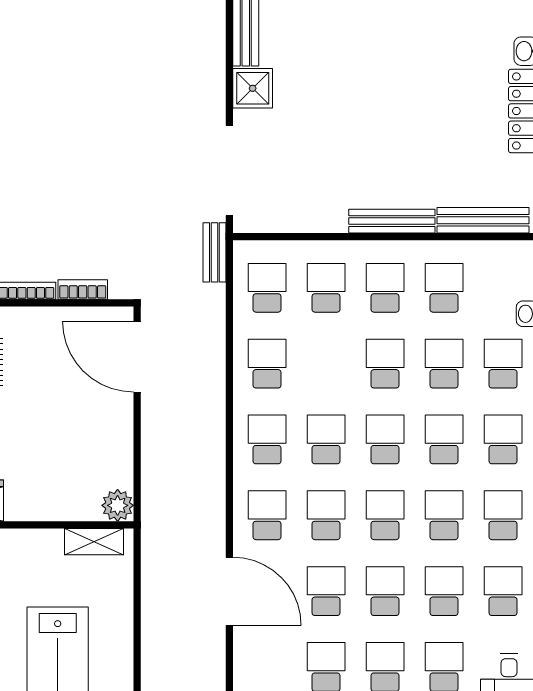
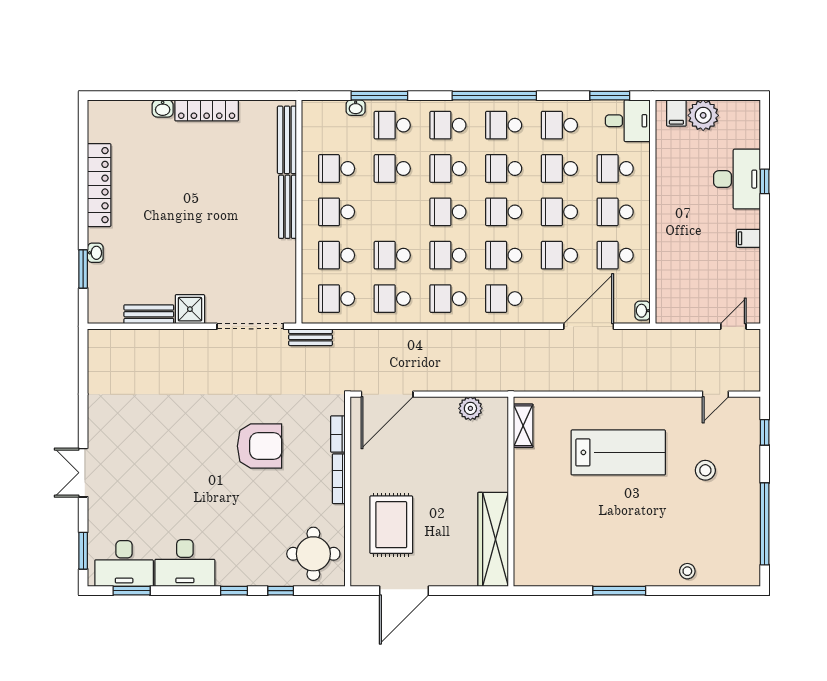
armchair: (66, 183) -> (260, 446), added
school desk: (385, 364) -> (392, 255), moved
plant: (118, 505) -> (470, 408), moved
door: (229, 591) -> (589, 326), moved

